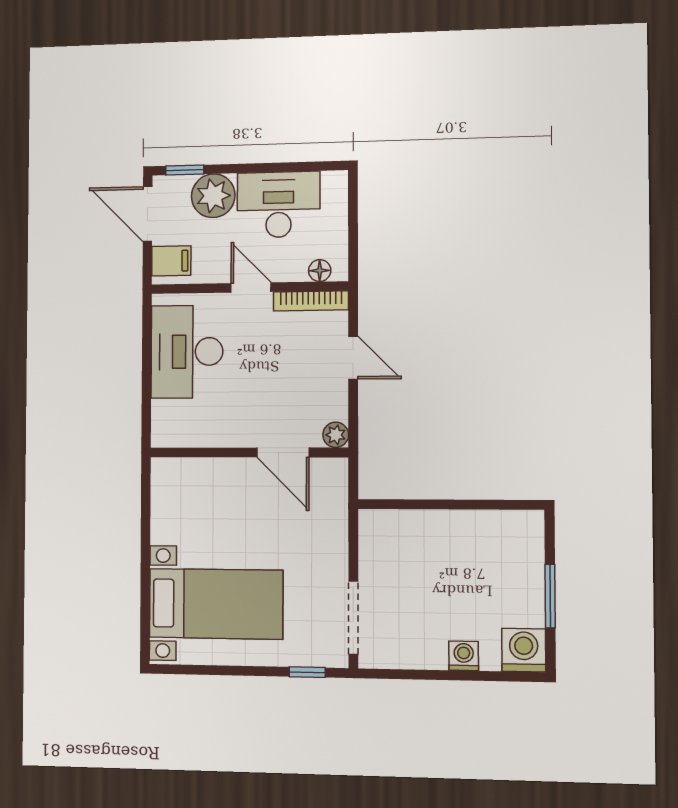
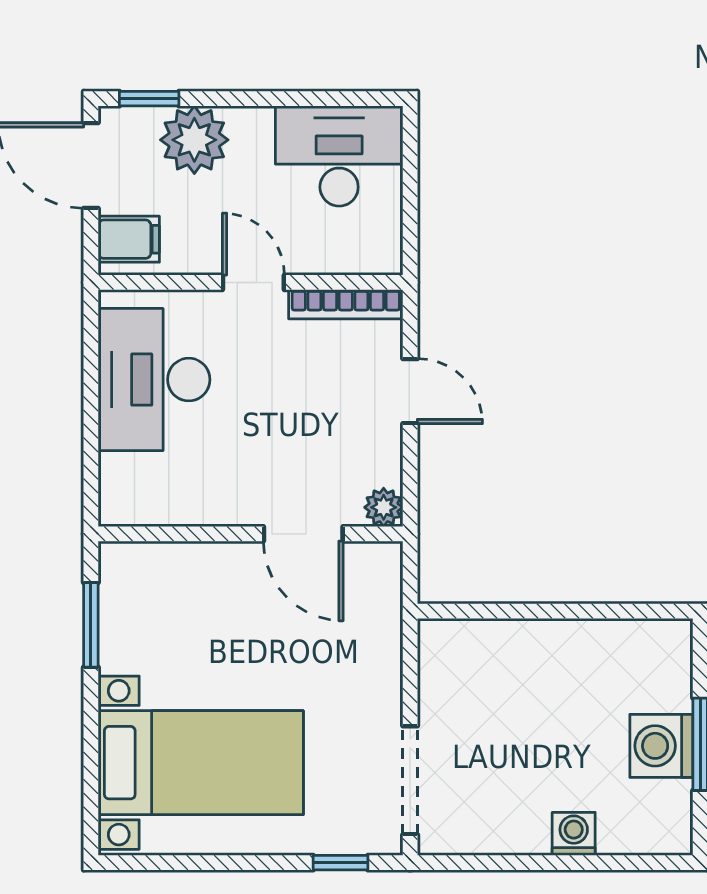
desk: (279, 205) -> (339, 156), moved
floor lamp: (320, 271) -> (359, 258), removed
window: (146, 512) -> (91, 625), added
washing machine: (524, 650) -> (661, 746), moved, turned -90

